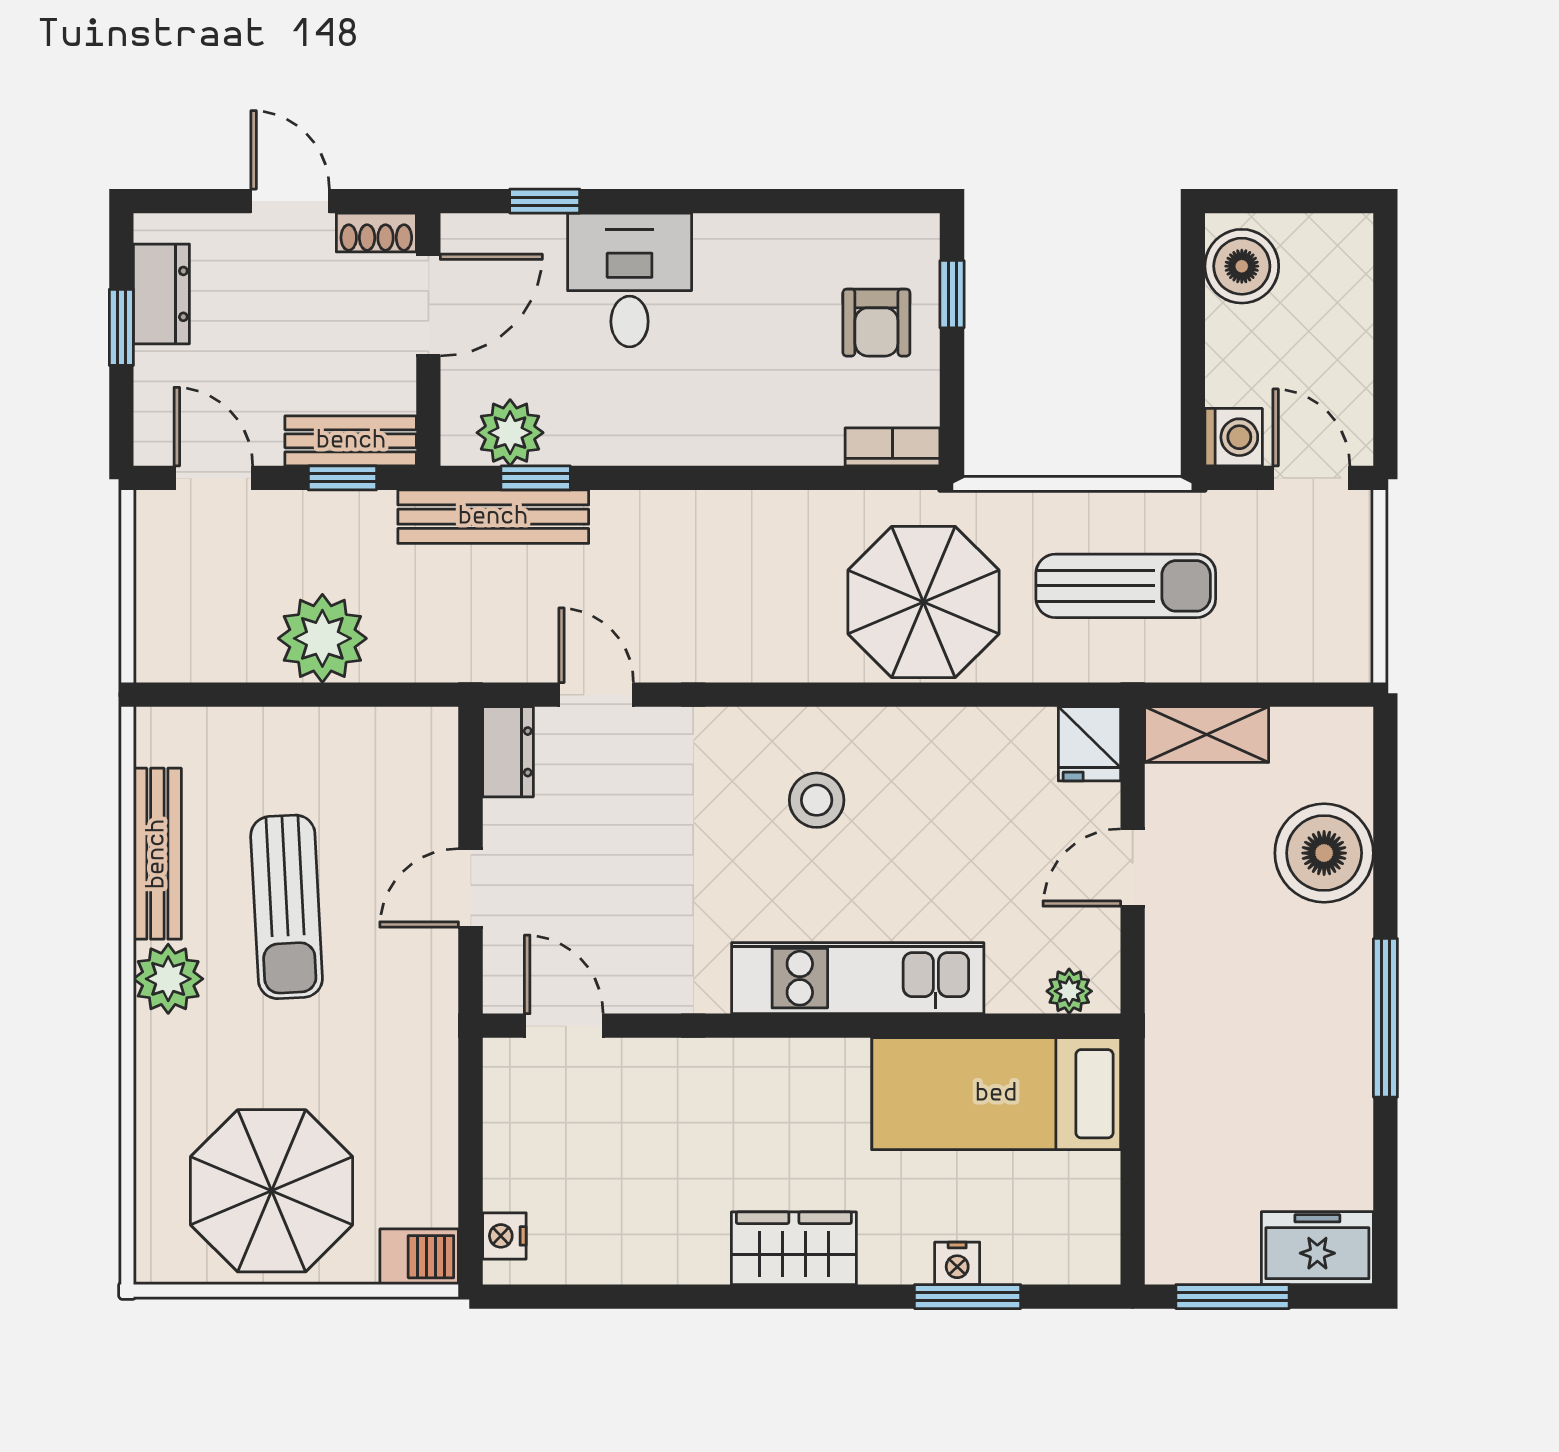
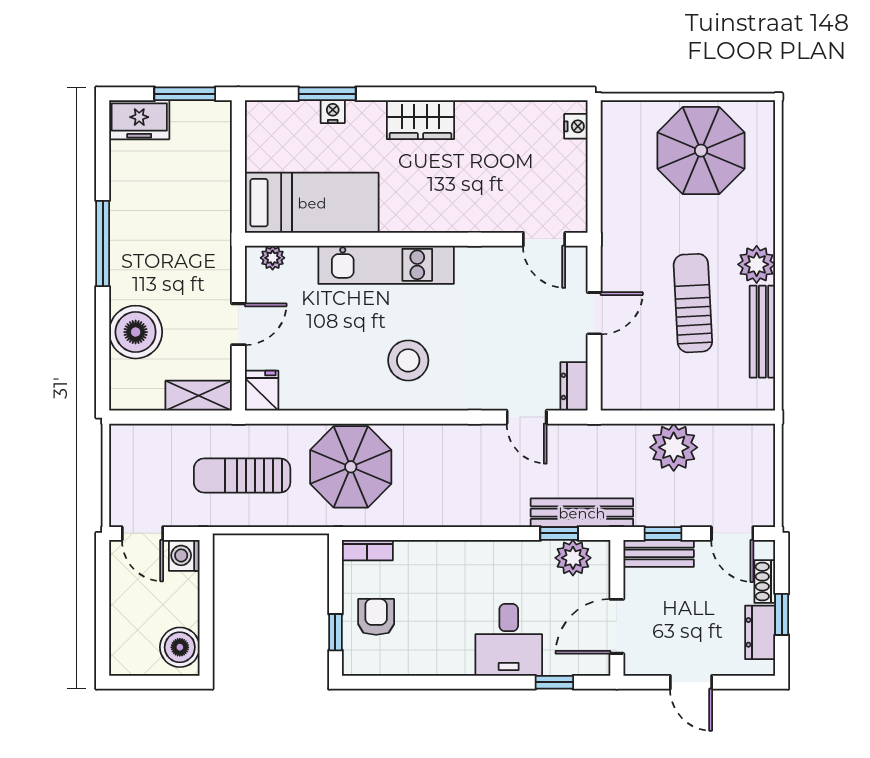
shoe rack: (376, 233) -> (765, 582), moved, turned -90
stool: (817, 800) -> (408, 360), width x1.38, depth x1.38
barbecue: (419, 1257) -> (622, 115), removed

